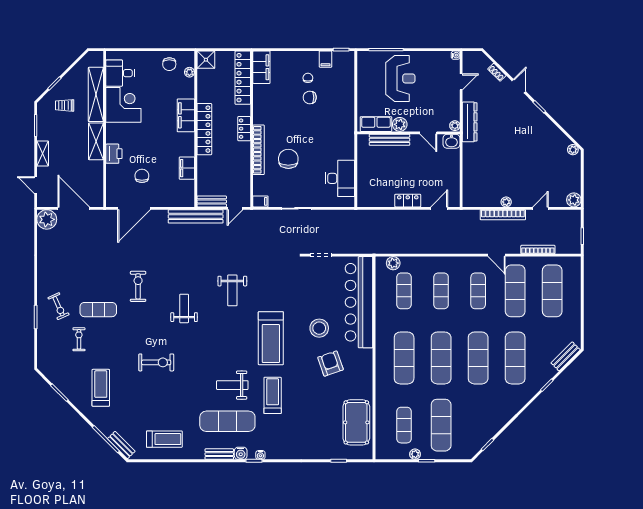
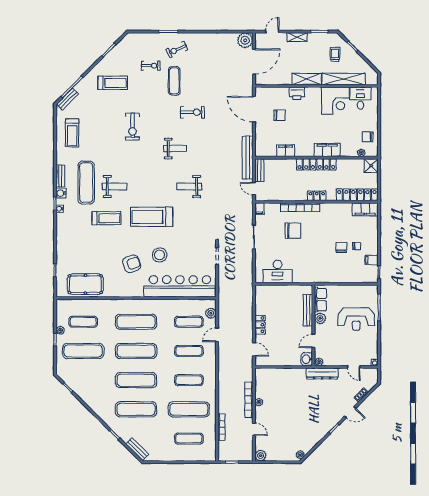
door: (497, 255) -> (217, 335), moved
exercise mat: (552, 291) -> (189, 439), width x0.73, depth x0.69
weight bench: (232, 385) -> (115, 186), turned 90

